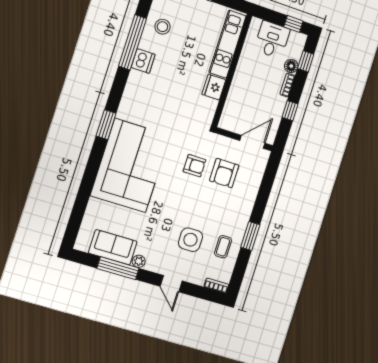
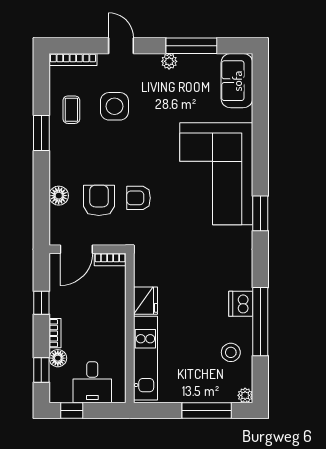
bookcase: (230, 126) -> (110, 259), added
floor lamp: (252, 186) -> (59, 196), added
sofa: (113, 247) -> (237, 81), moved, turned 90
bookcase: (216, 286) -> (73, 60), width x1.56

